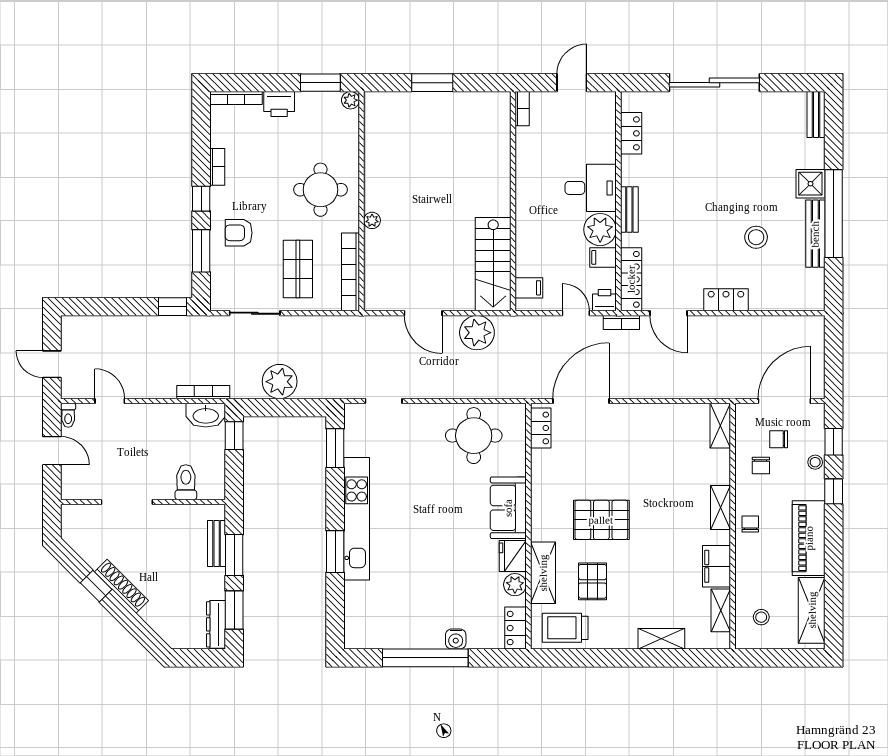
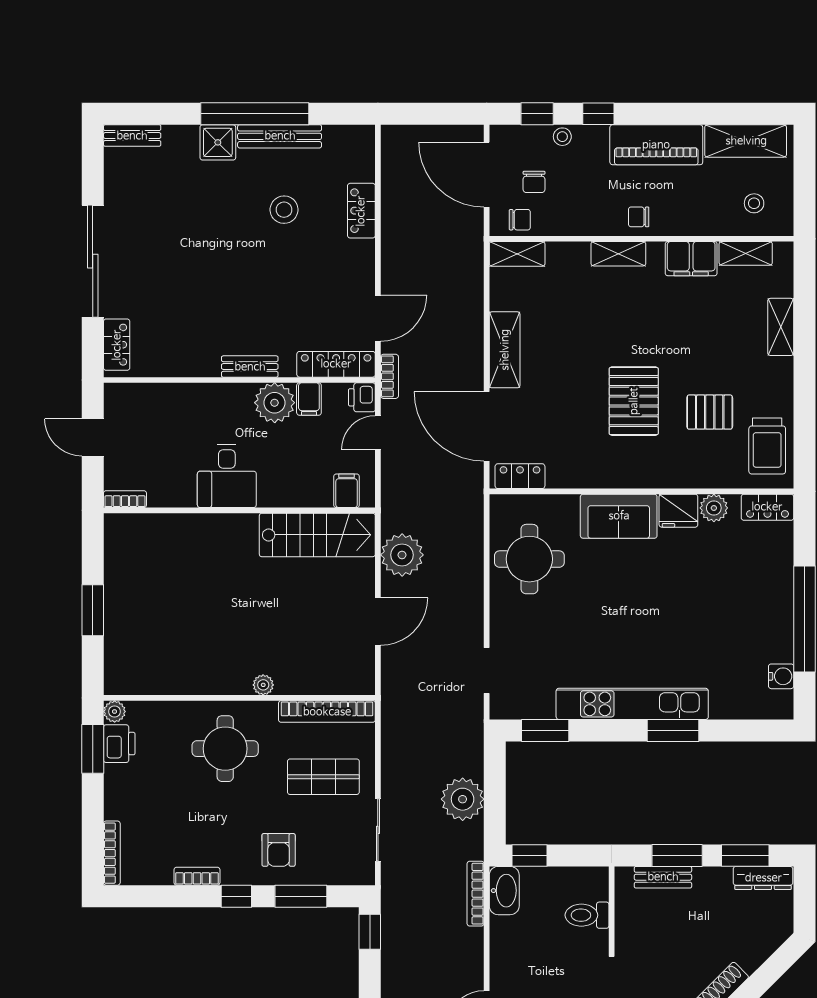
printer: (279, 104) -> (119, 744), moved
locker: (631, 133) -> (117, 345), moved, turned 90
desk: (591, 188) -> (227, 476), moved, turned 180
locker: (726, 300) -> (361, 211), moved
chair: (761, 465) -> (520, 220), moved
shelving: (543, 573) -> (505, 350), moved, turned 90
water cooler: (456, 639) -> (781, 676), moved

